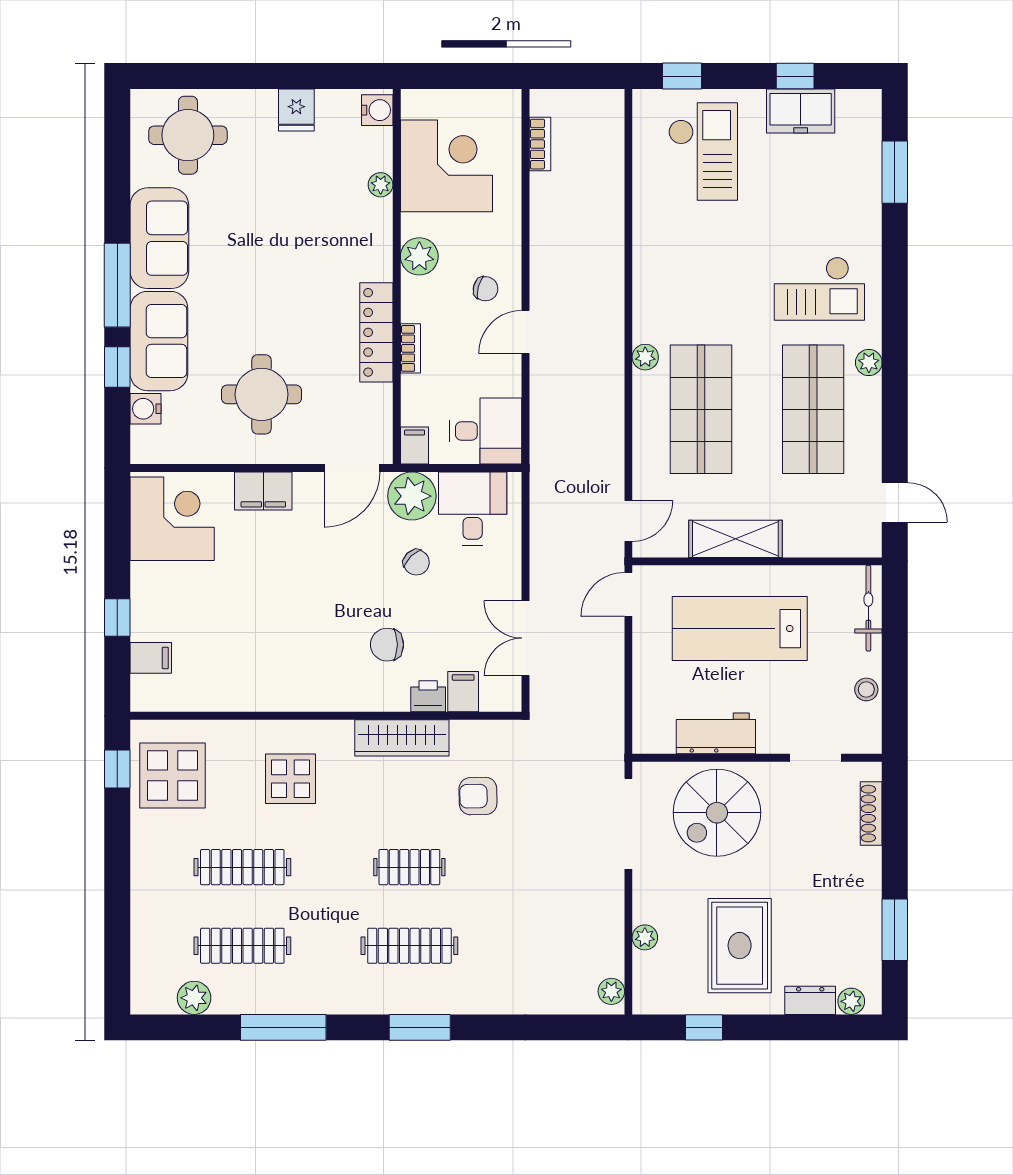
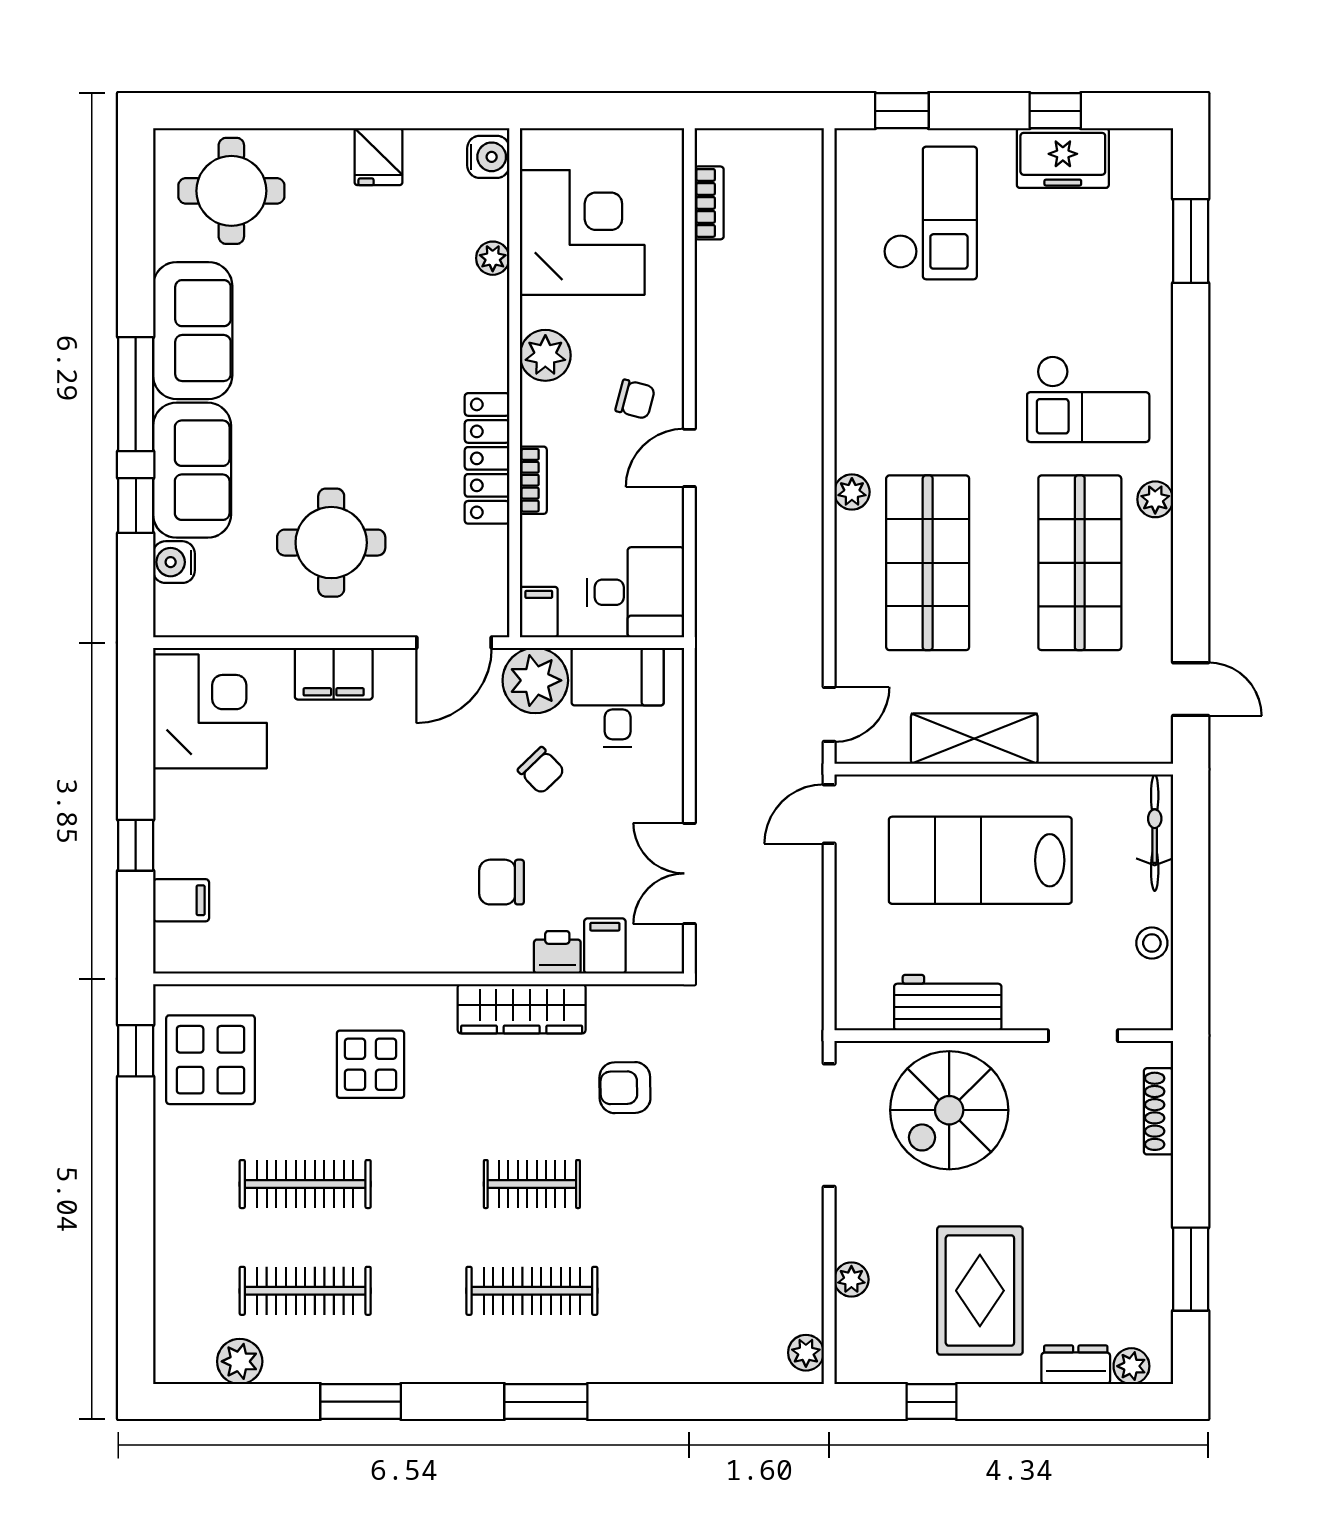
window: (283, 1027) -> (361, 1402), width x0.69

